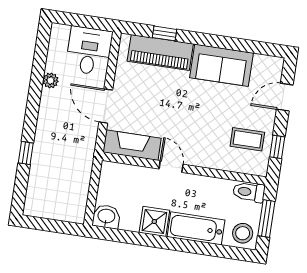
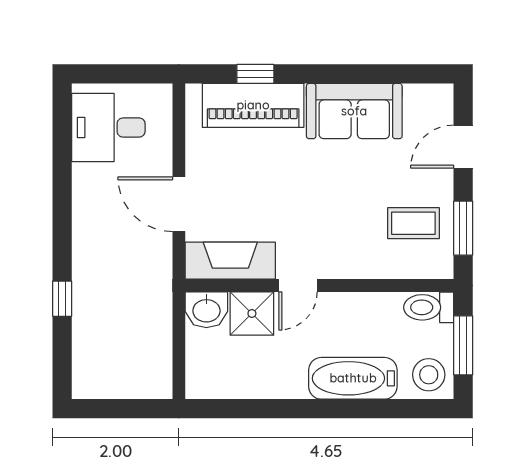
desk: (89, 51) -> (108, 128), moved, turned -90
plant: (51, 80) -> (84, 177), removed
window: (277, 147) -> (463, 228), width x1.50
door: (171, 167) -> (298, 285), swing flipped
washbasin: (106, 217) -> (206, 310), moved, turned 180
shower: (154, 222) -> (252, 313), moved

